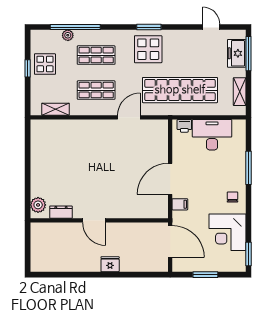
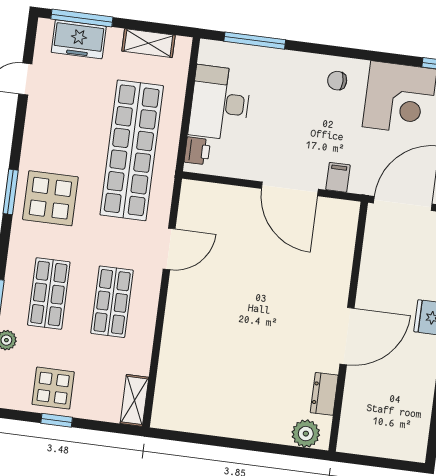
shelving: (55, 109) -> (134, 400), moved
door: (129, 117) -> (169, 249), swing flipped
window: (248, 168) -> (255, 41), moved
door: (94, 220) -> (347, 336), width x1.36

